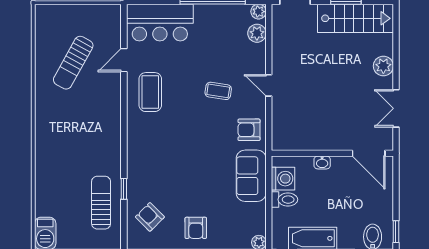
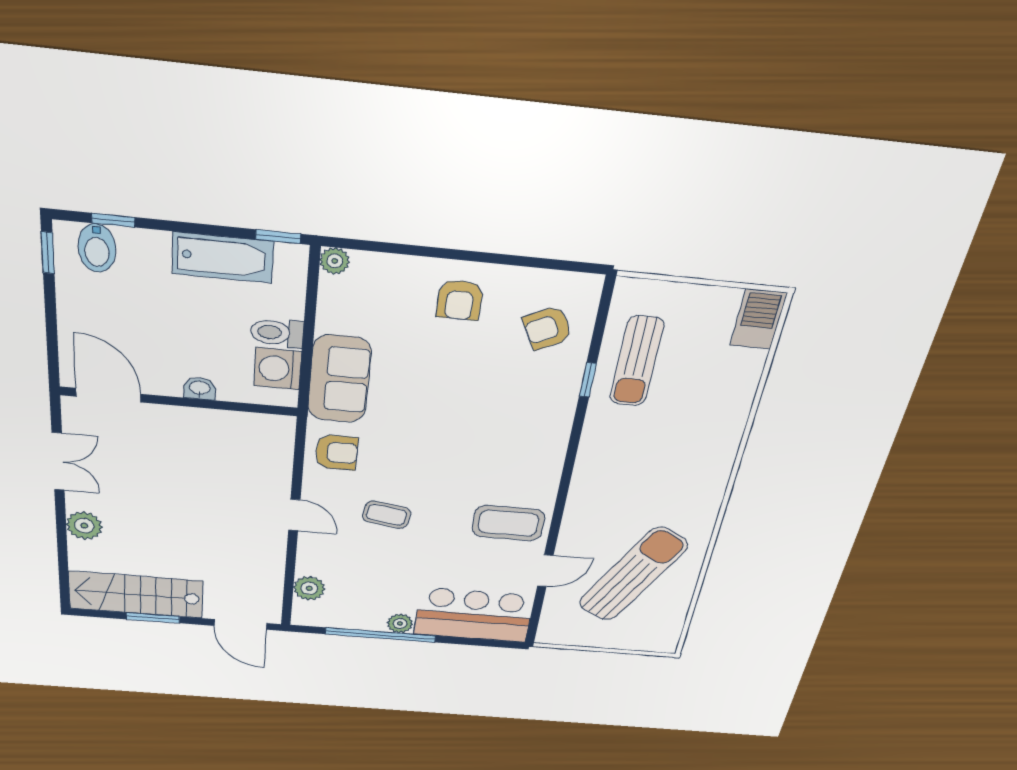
plant: (259, 12) -> (400, 623), moved
sun lounger: (73, 63) -> (633, 574), width x1.36, depth x1.34
coffee table: (150, 92) -> (508, 523), turned 90
armchair: (150, 217) -> (547, 328), turned 108
armchair: (196, 228) -> (460, 300), turned 180

